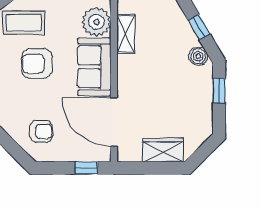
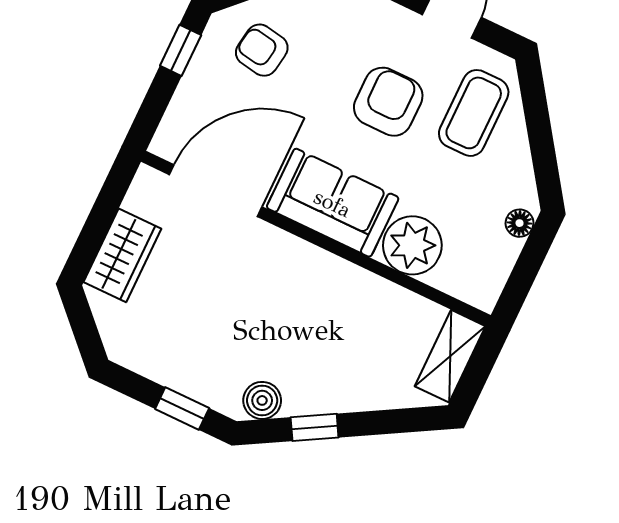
shelving: (126, 34) -> (365, 288), removed
armchair: (41, 131) -> (262, 50), turned 99
window: (86, 168) -> (181, 50), moved

